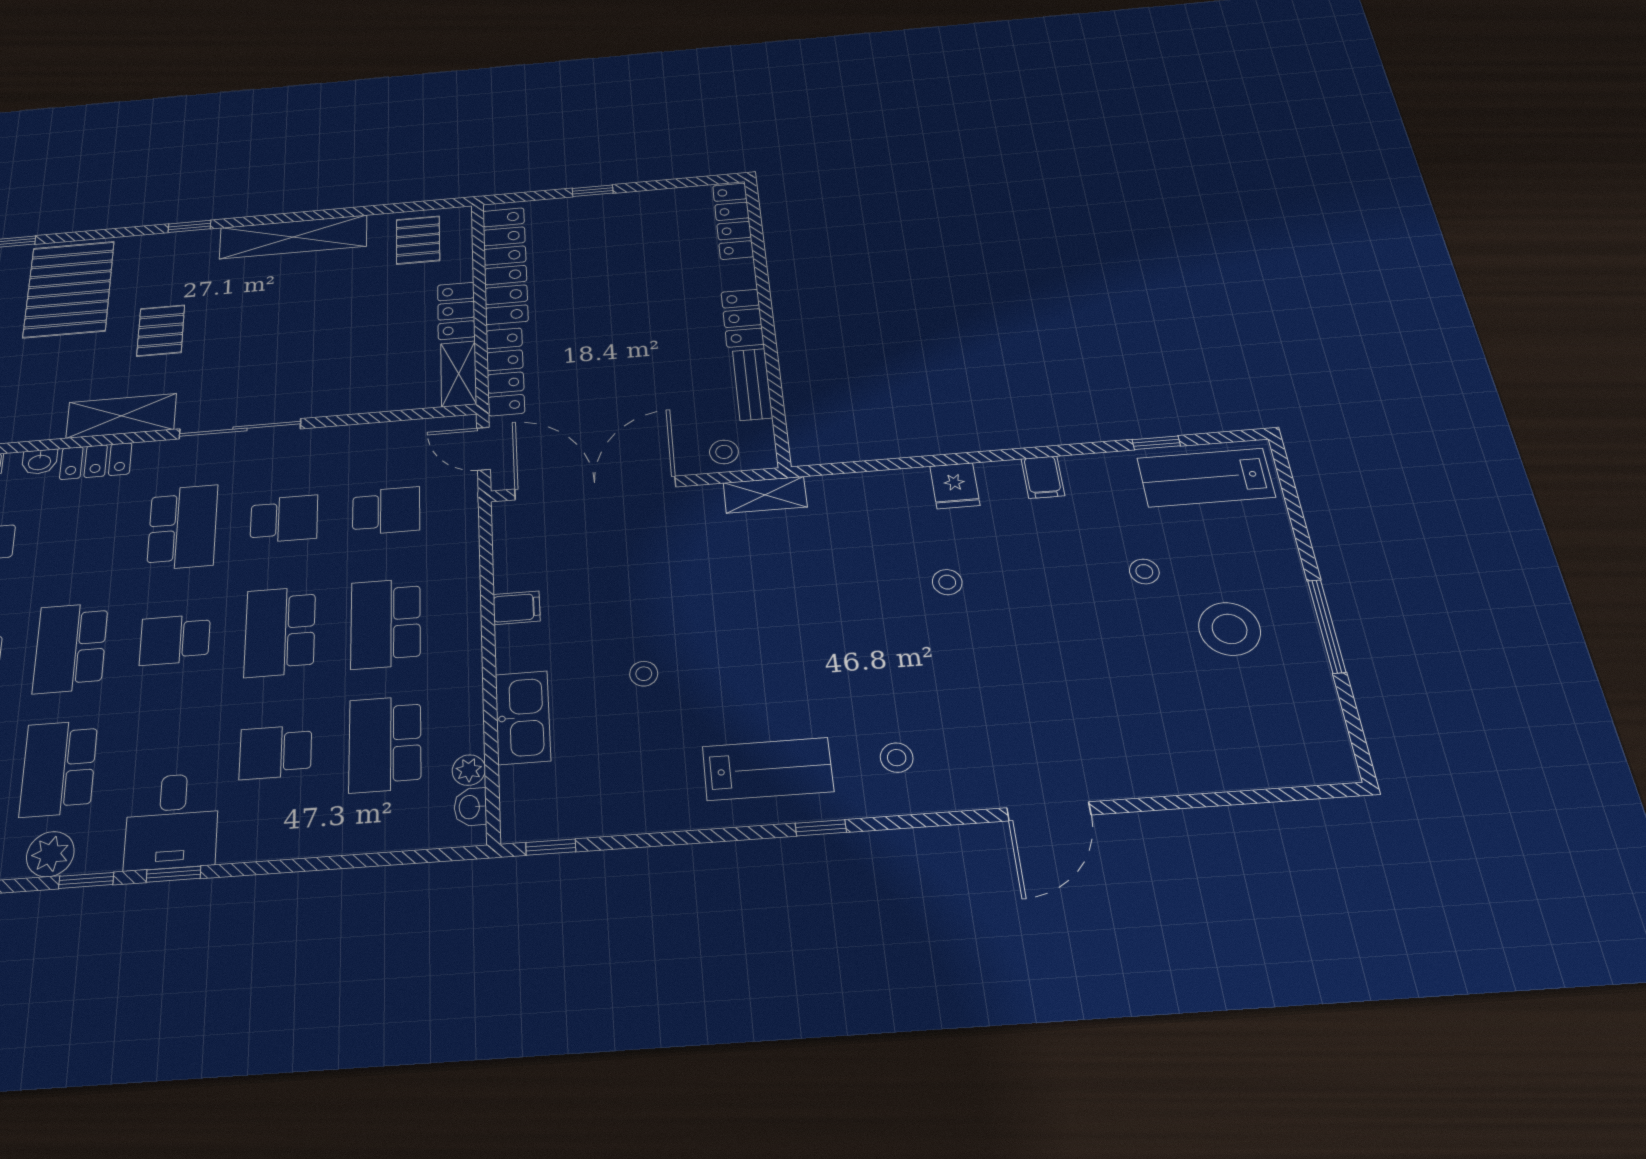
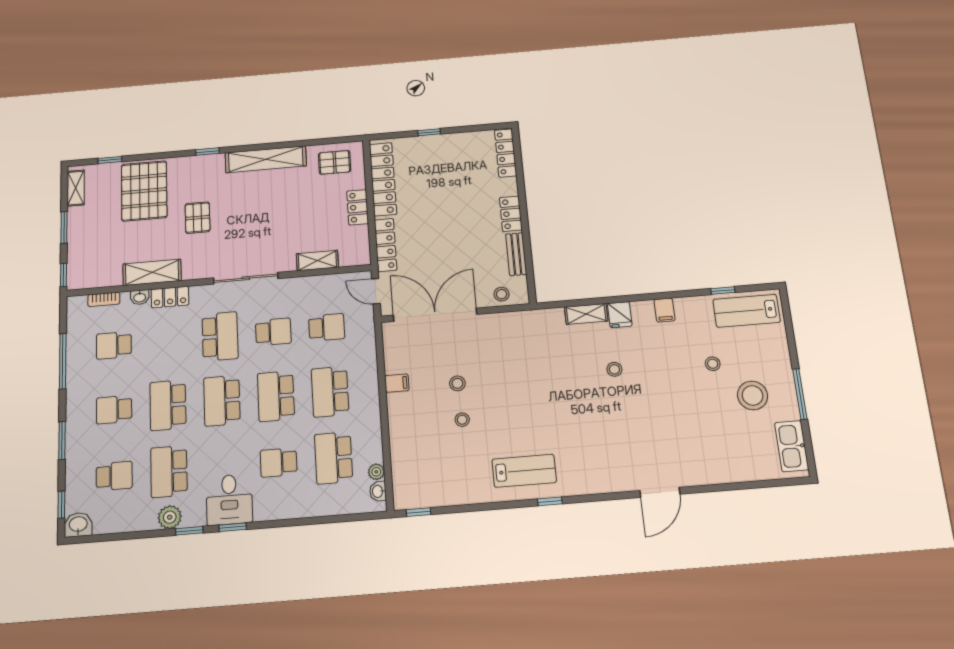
pallet: (418, 240) -> (335, 162), turned 90
shelving: (459, 374) -> (317, 261), moved, turned 90
shelving: (121, 416) -> (152, 272), moved
shelving: (765, 495) -> (586, 314), moved
school desk: (175, 640) -> (222, 401), width x1.85
kitchen sink: (523, 717) -> (792, 446), moved, turned 180
stool: (897, 758) -> (457, 383), moved

